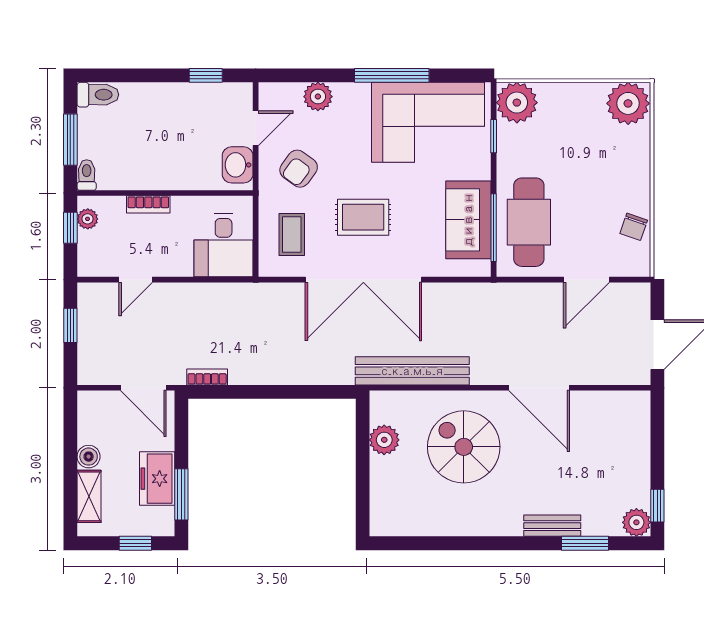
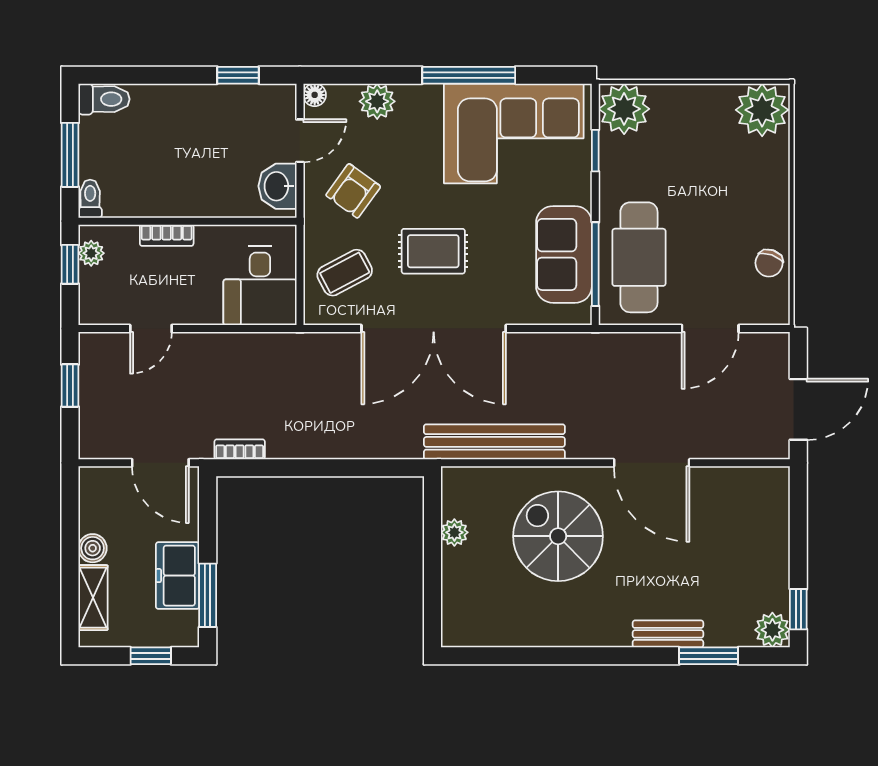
floor lamp: (268, 91) -> (315, 95), added
coffee table: (292, 235) -> (345, 273), turned 62
plant: (384, 440) -> (454, 532), width x0.73, depth x0.73

